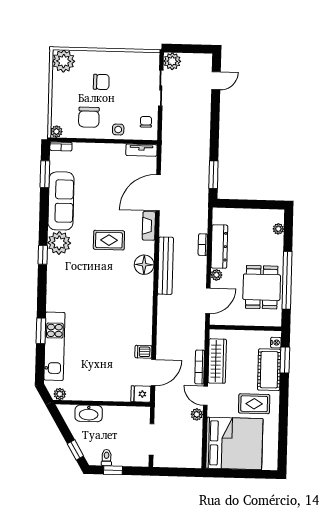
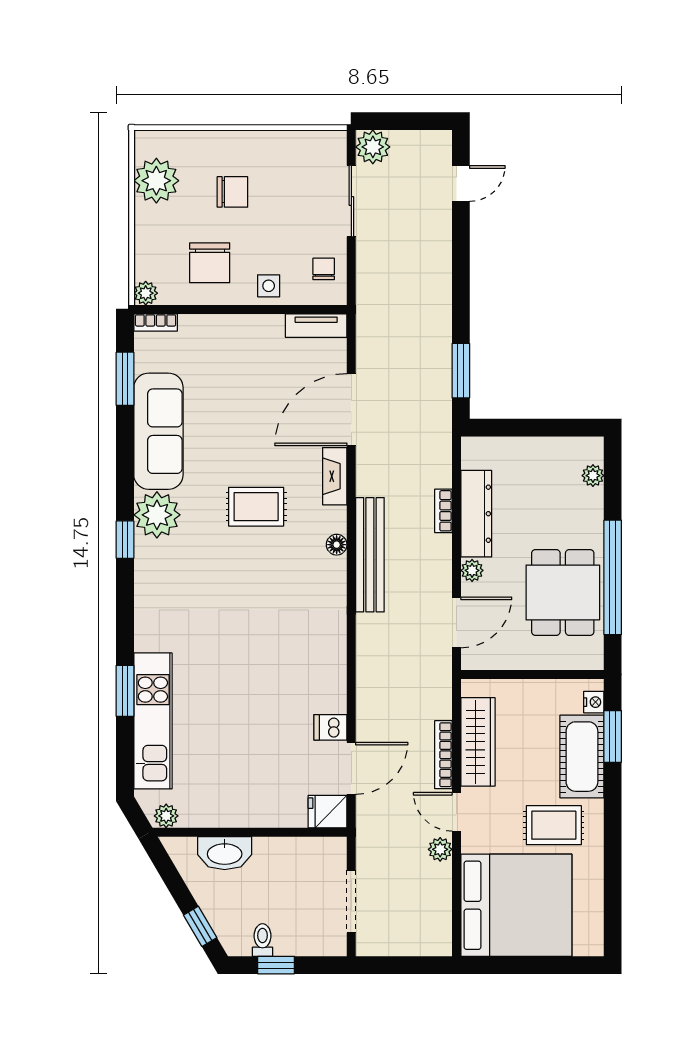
plant: (64, 61) -> (156, 181), moved
floor lamp: (144, 265) -> (337, 545), width x0.53, depth x0.53

